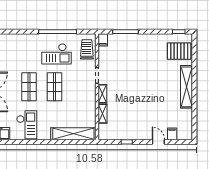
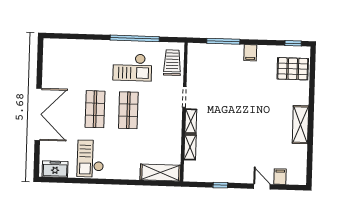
filing cabinet: (103, 40) -> (250, 53), moved
shelving: (186, 87) -> (300, 125), width x0.68
checkout: (27, 125) -> (90, 159), turned 180
shelving: (73, 134) -> (160, 173), width x0.68

